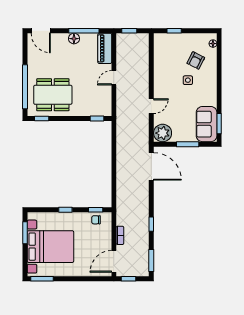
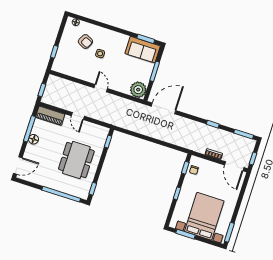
dining table: (53, 95) -> (76, 160), moved
door: (151, 106) -> (101, 88), moved

